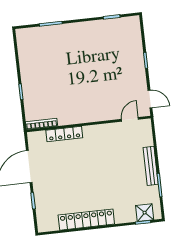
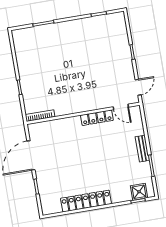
door: (150, 99) -> (138, 87), hinge flipped
door: (130, 119) -> (121, 107), swing flipped
locker: (64, 134) -> (97, 118), moved
bench: (151, 166) -> (142, 149), width x0.73

